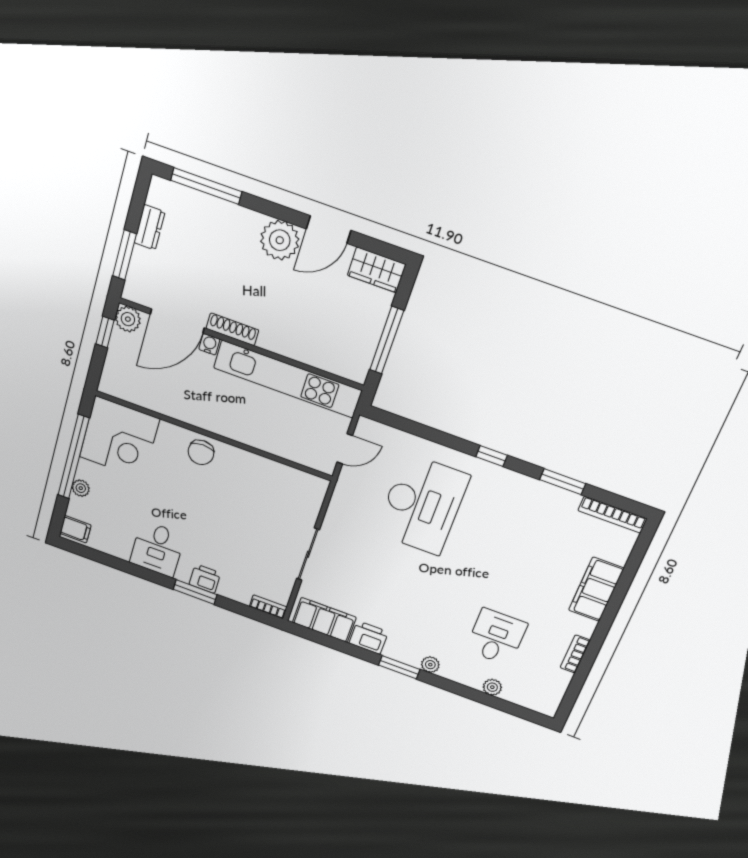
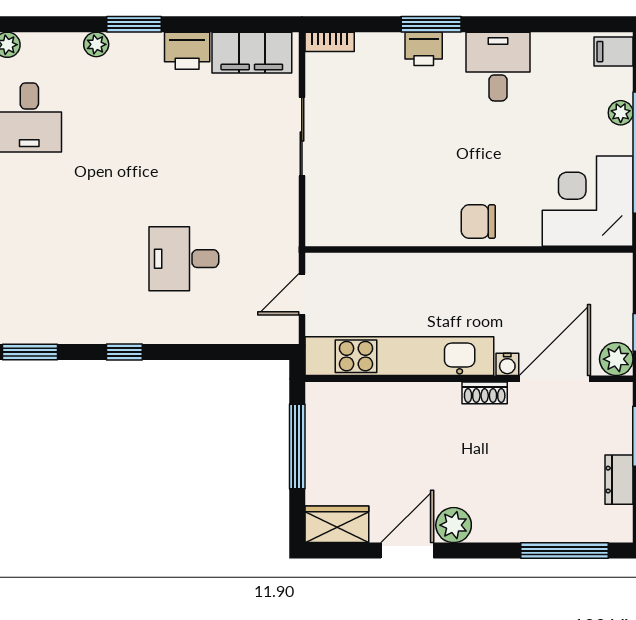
plant: (280, 240) -> (454, 525), width x0.73, depth x0.73
shoe rack: (232, 329) -> (485, 393), width x0.70
chair: (201, 452) -> (478, 222), turned -90
desk: (422, 505) -> (184, 259), width x0.53, depth x0.77

